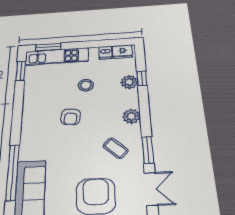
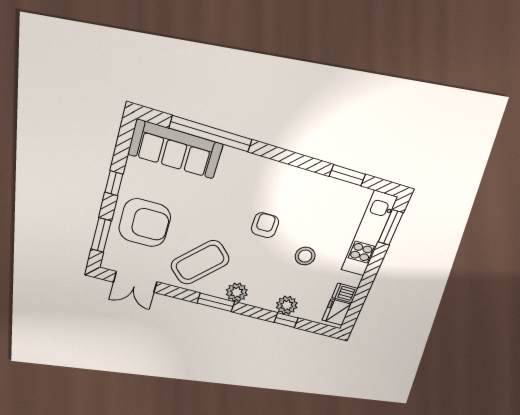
window: (21, 71) -> (347, 175), moved
armchair: (71, 117) -> (265, 225), turned 84
coffee table: (116, 148) -> (200, 262), width x1.86, depth x1.72
window: (148, 150) -> (216, 302), moved

